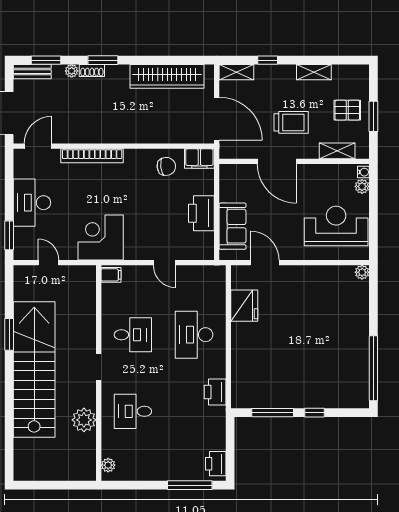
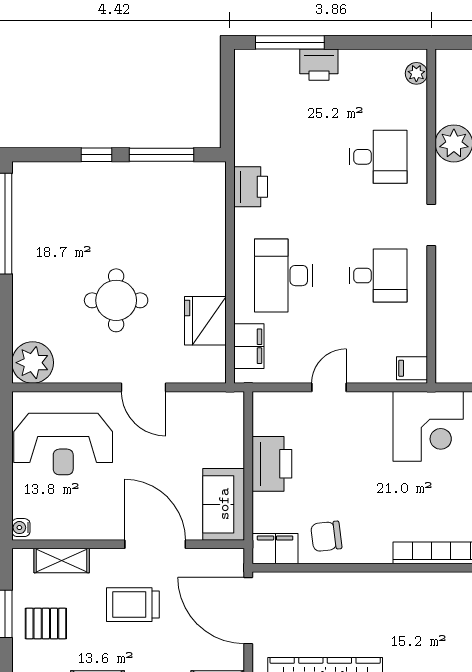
plant: (362, 186) -> (23, 505), removed
sofa: (233, 226) -> (224, 504), moved
door: (165, 263) -> (329, 387), hinge flipped
door: (265, 263) -> (144, 387), moved
plant: (362, 272) -> (33, 363), width x1.87, depth x1.87
filing cabinet: (216, 289) -> (249, 346), added
round table: (302, 319) -> (116, 300), added
desk: (133, 335) -> (378, 276), turned 180
desk: (194, 335) -> (283, 276), turned 180
printer: (216, 464) -> (319, 65), moved, turned 90

